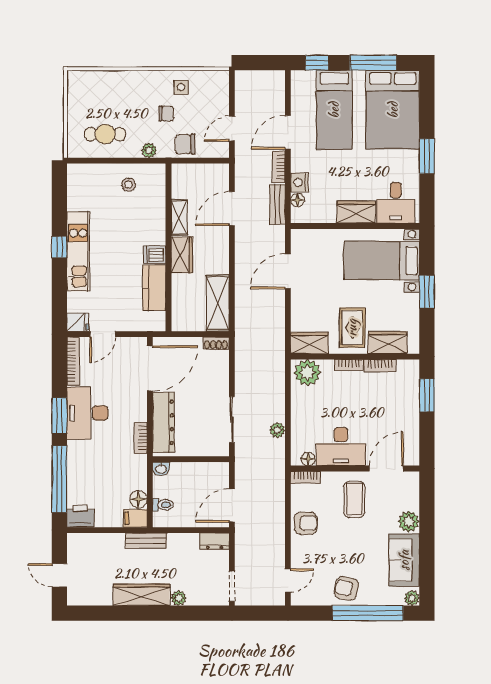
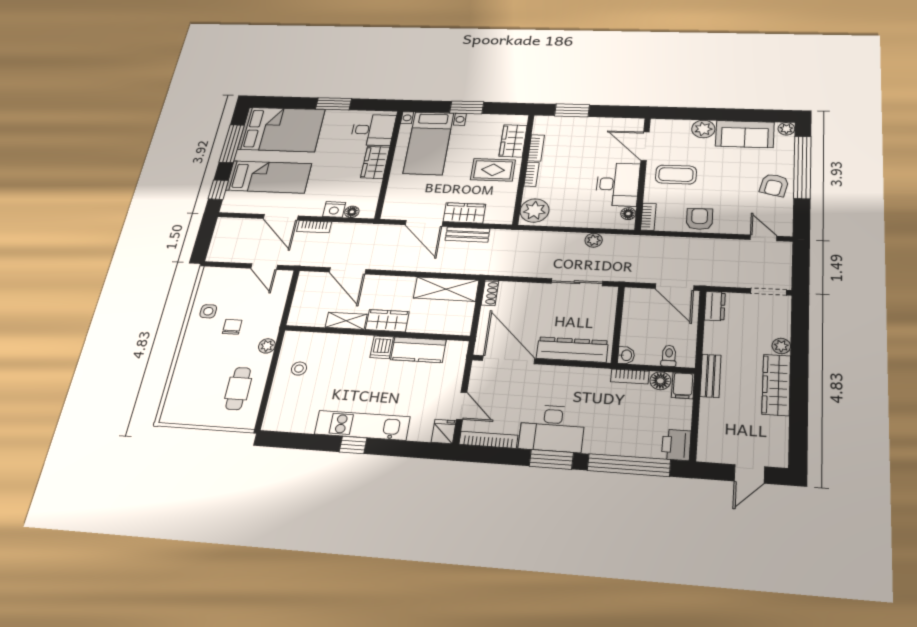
chair: (185, 144) -> (269, 311), removed
bench: (278, 204) -> (467, 235), moved
wardrobe: (309, 343) -> (464, 213), moved, turned 90
bookcase: (141, 438) -> (630, 376), moved

